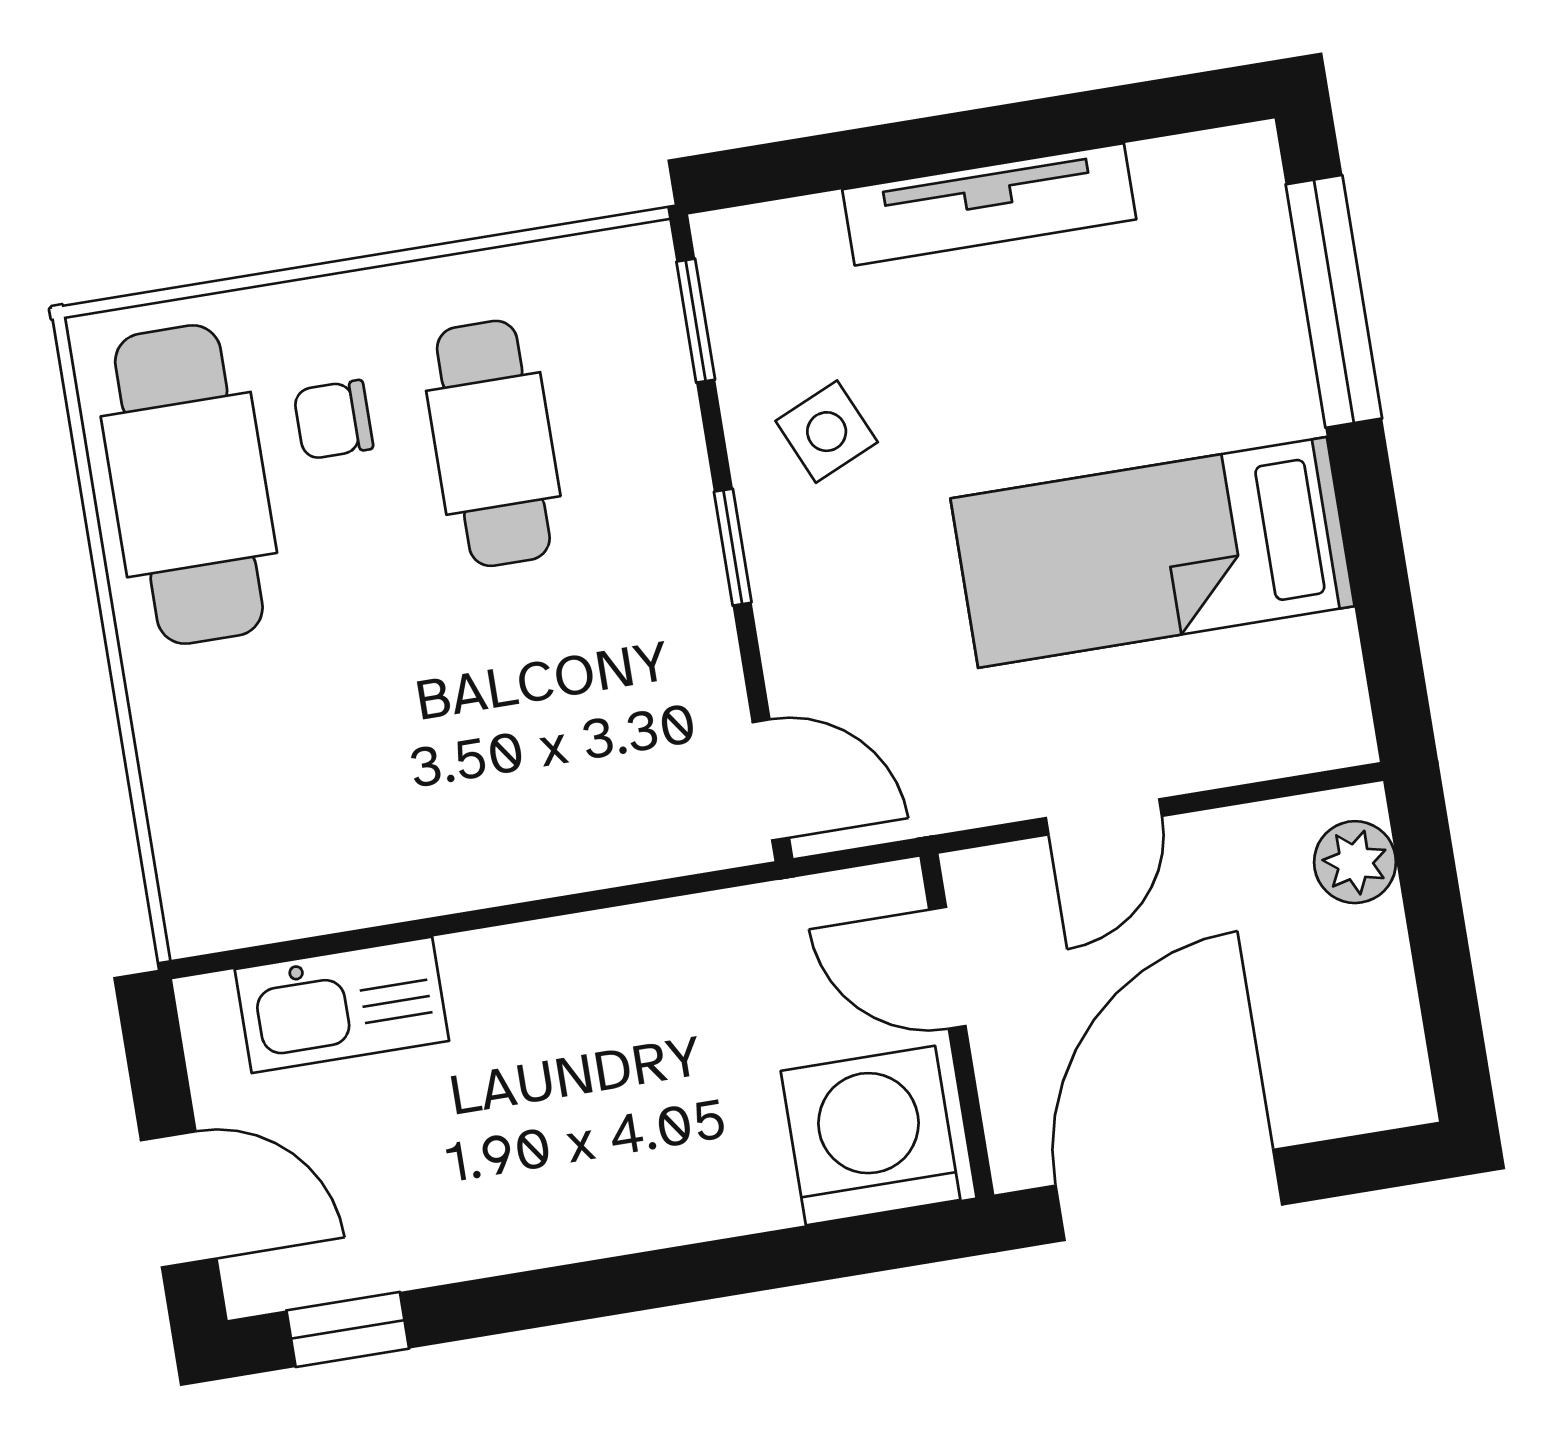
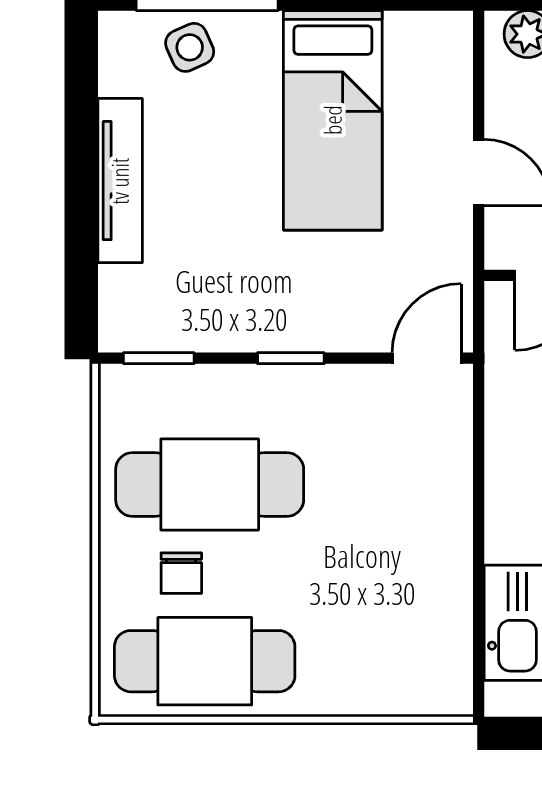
side table: (827, 432) -> (190, 47), moved
cafe table: (493, 443) -> (210, 484), width x1.37, depth x1.35

